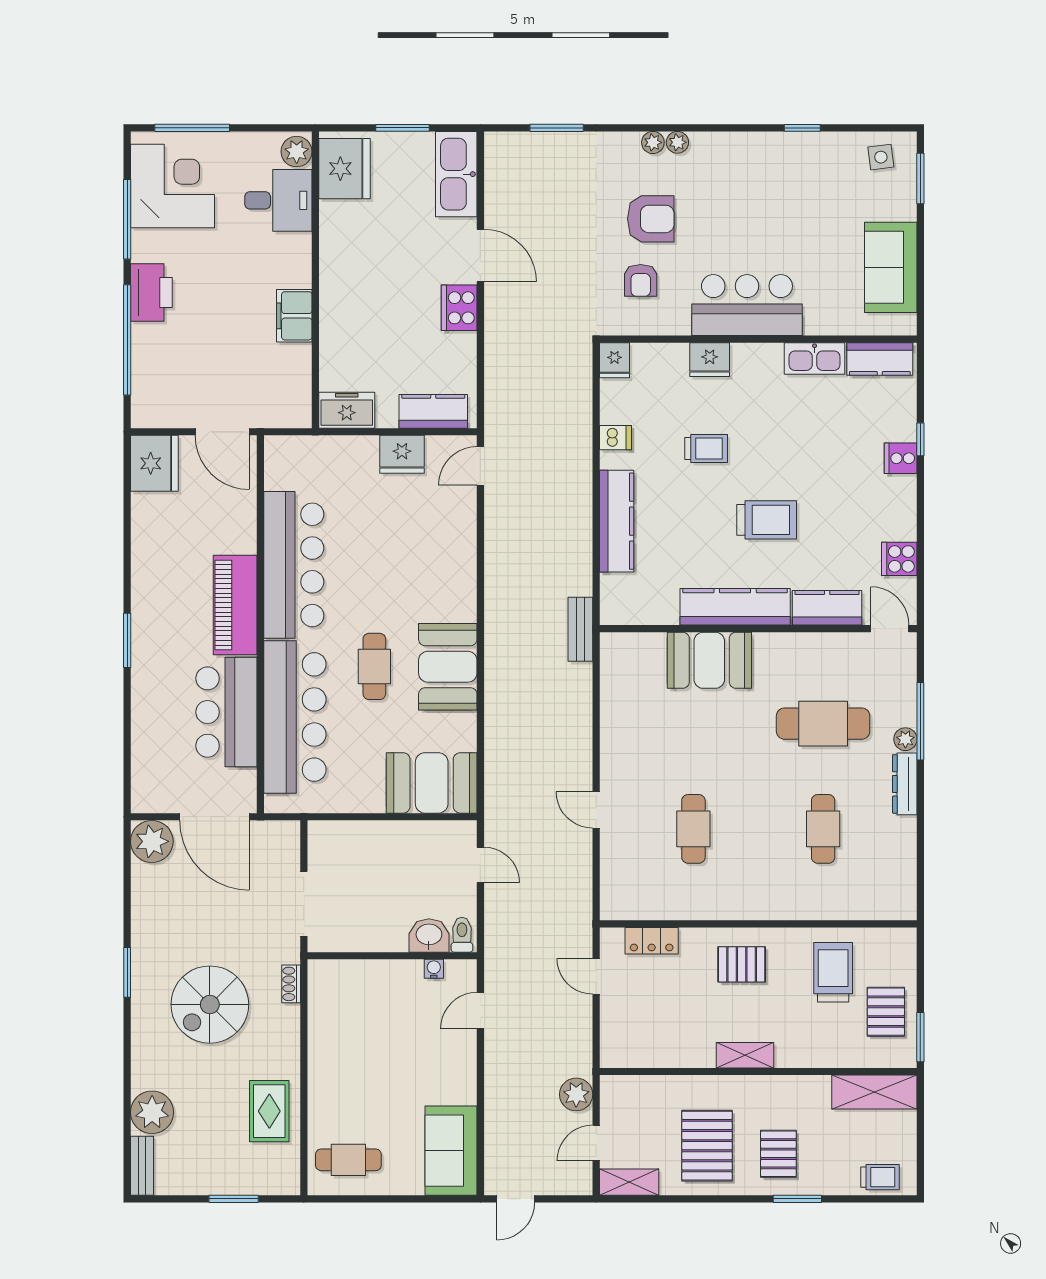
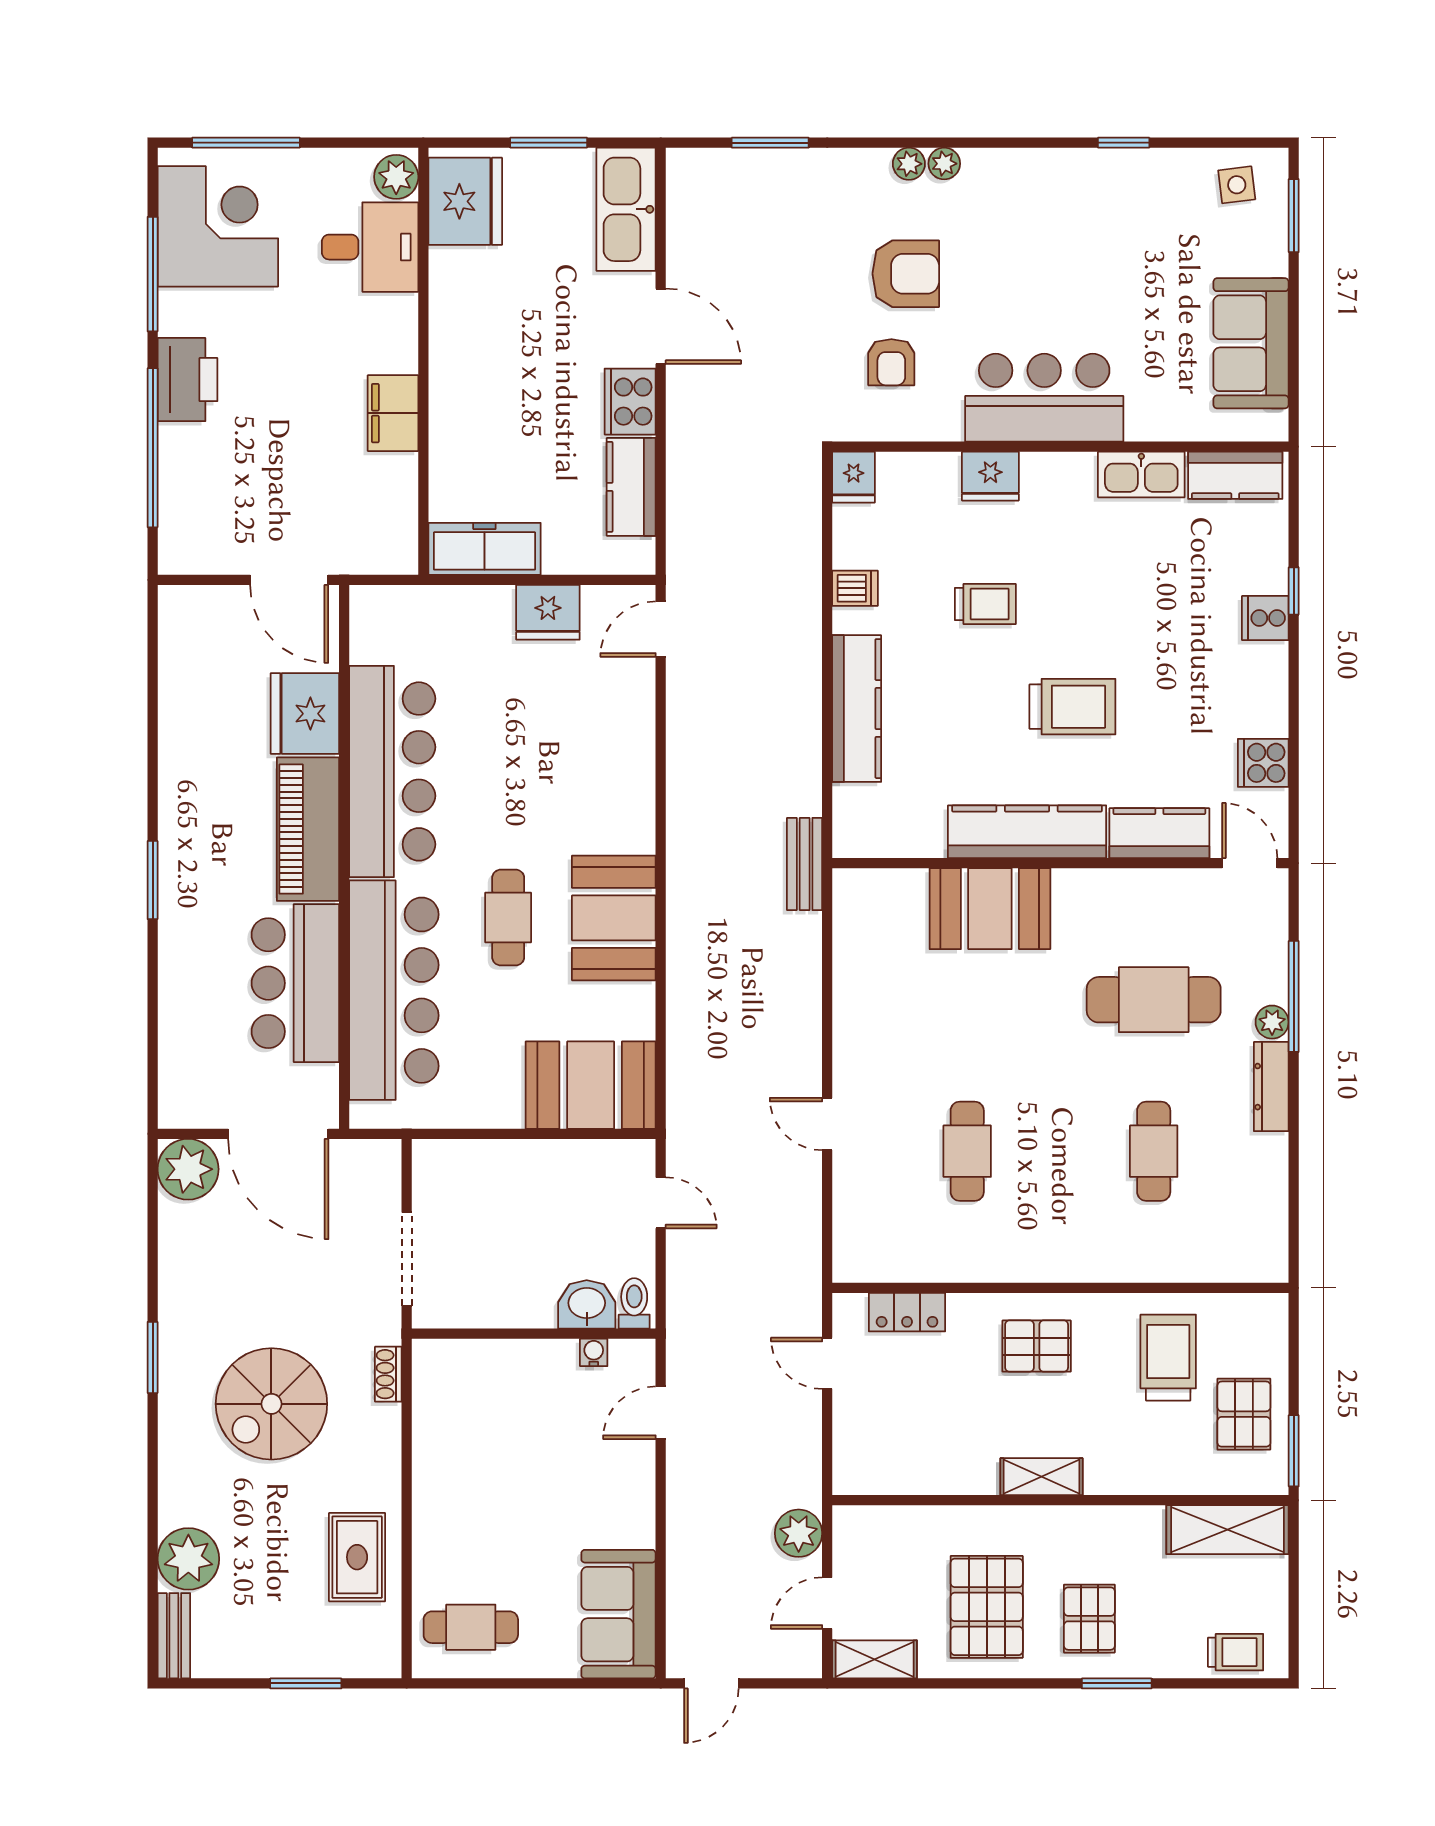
freezer: (347, 410) -> (484, 549), width x1.40
kitchen counter: (433, 411) -> (631, 487), moved, turned -90
fridge: (154, 463) -> (305, 714), moved, turned 180

